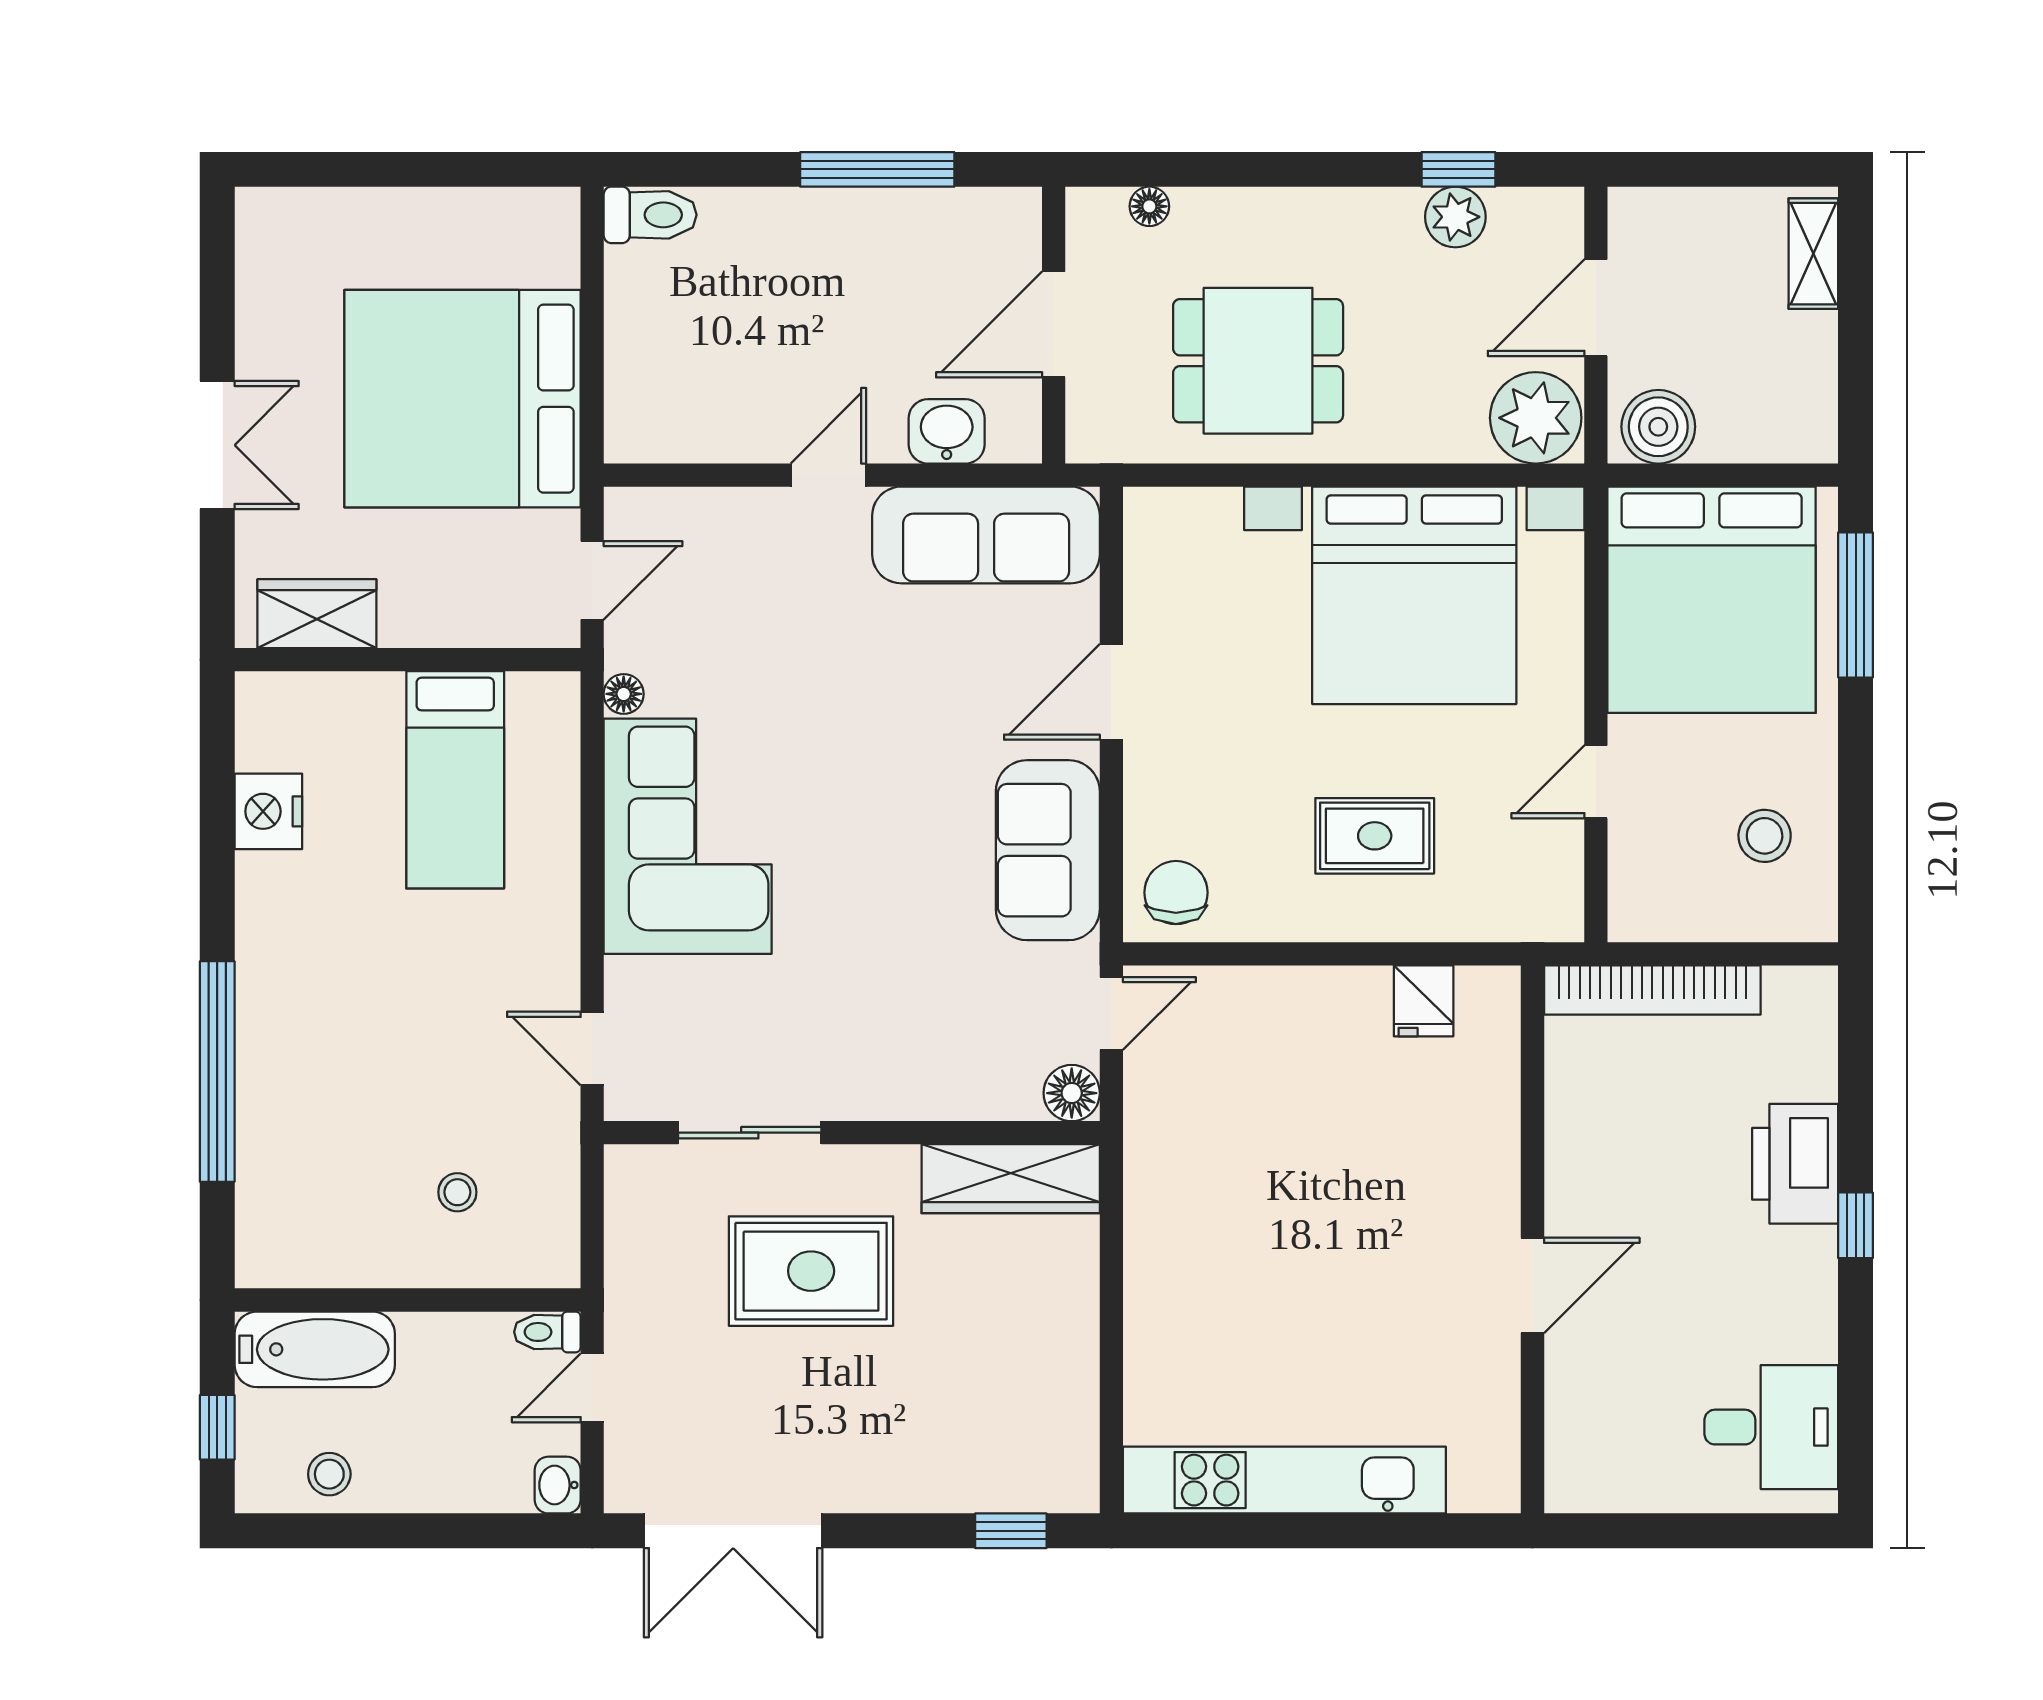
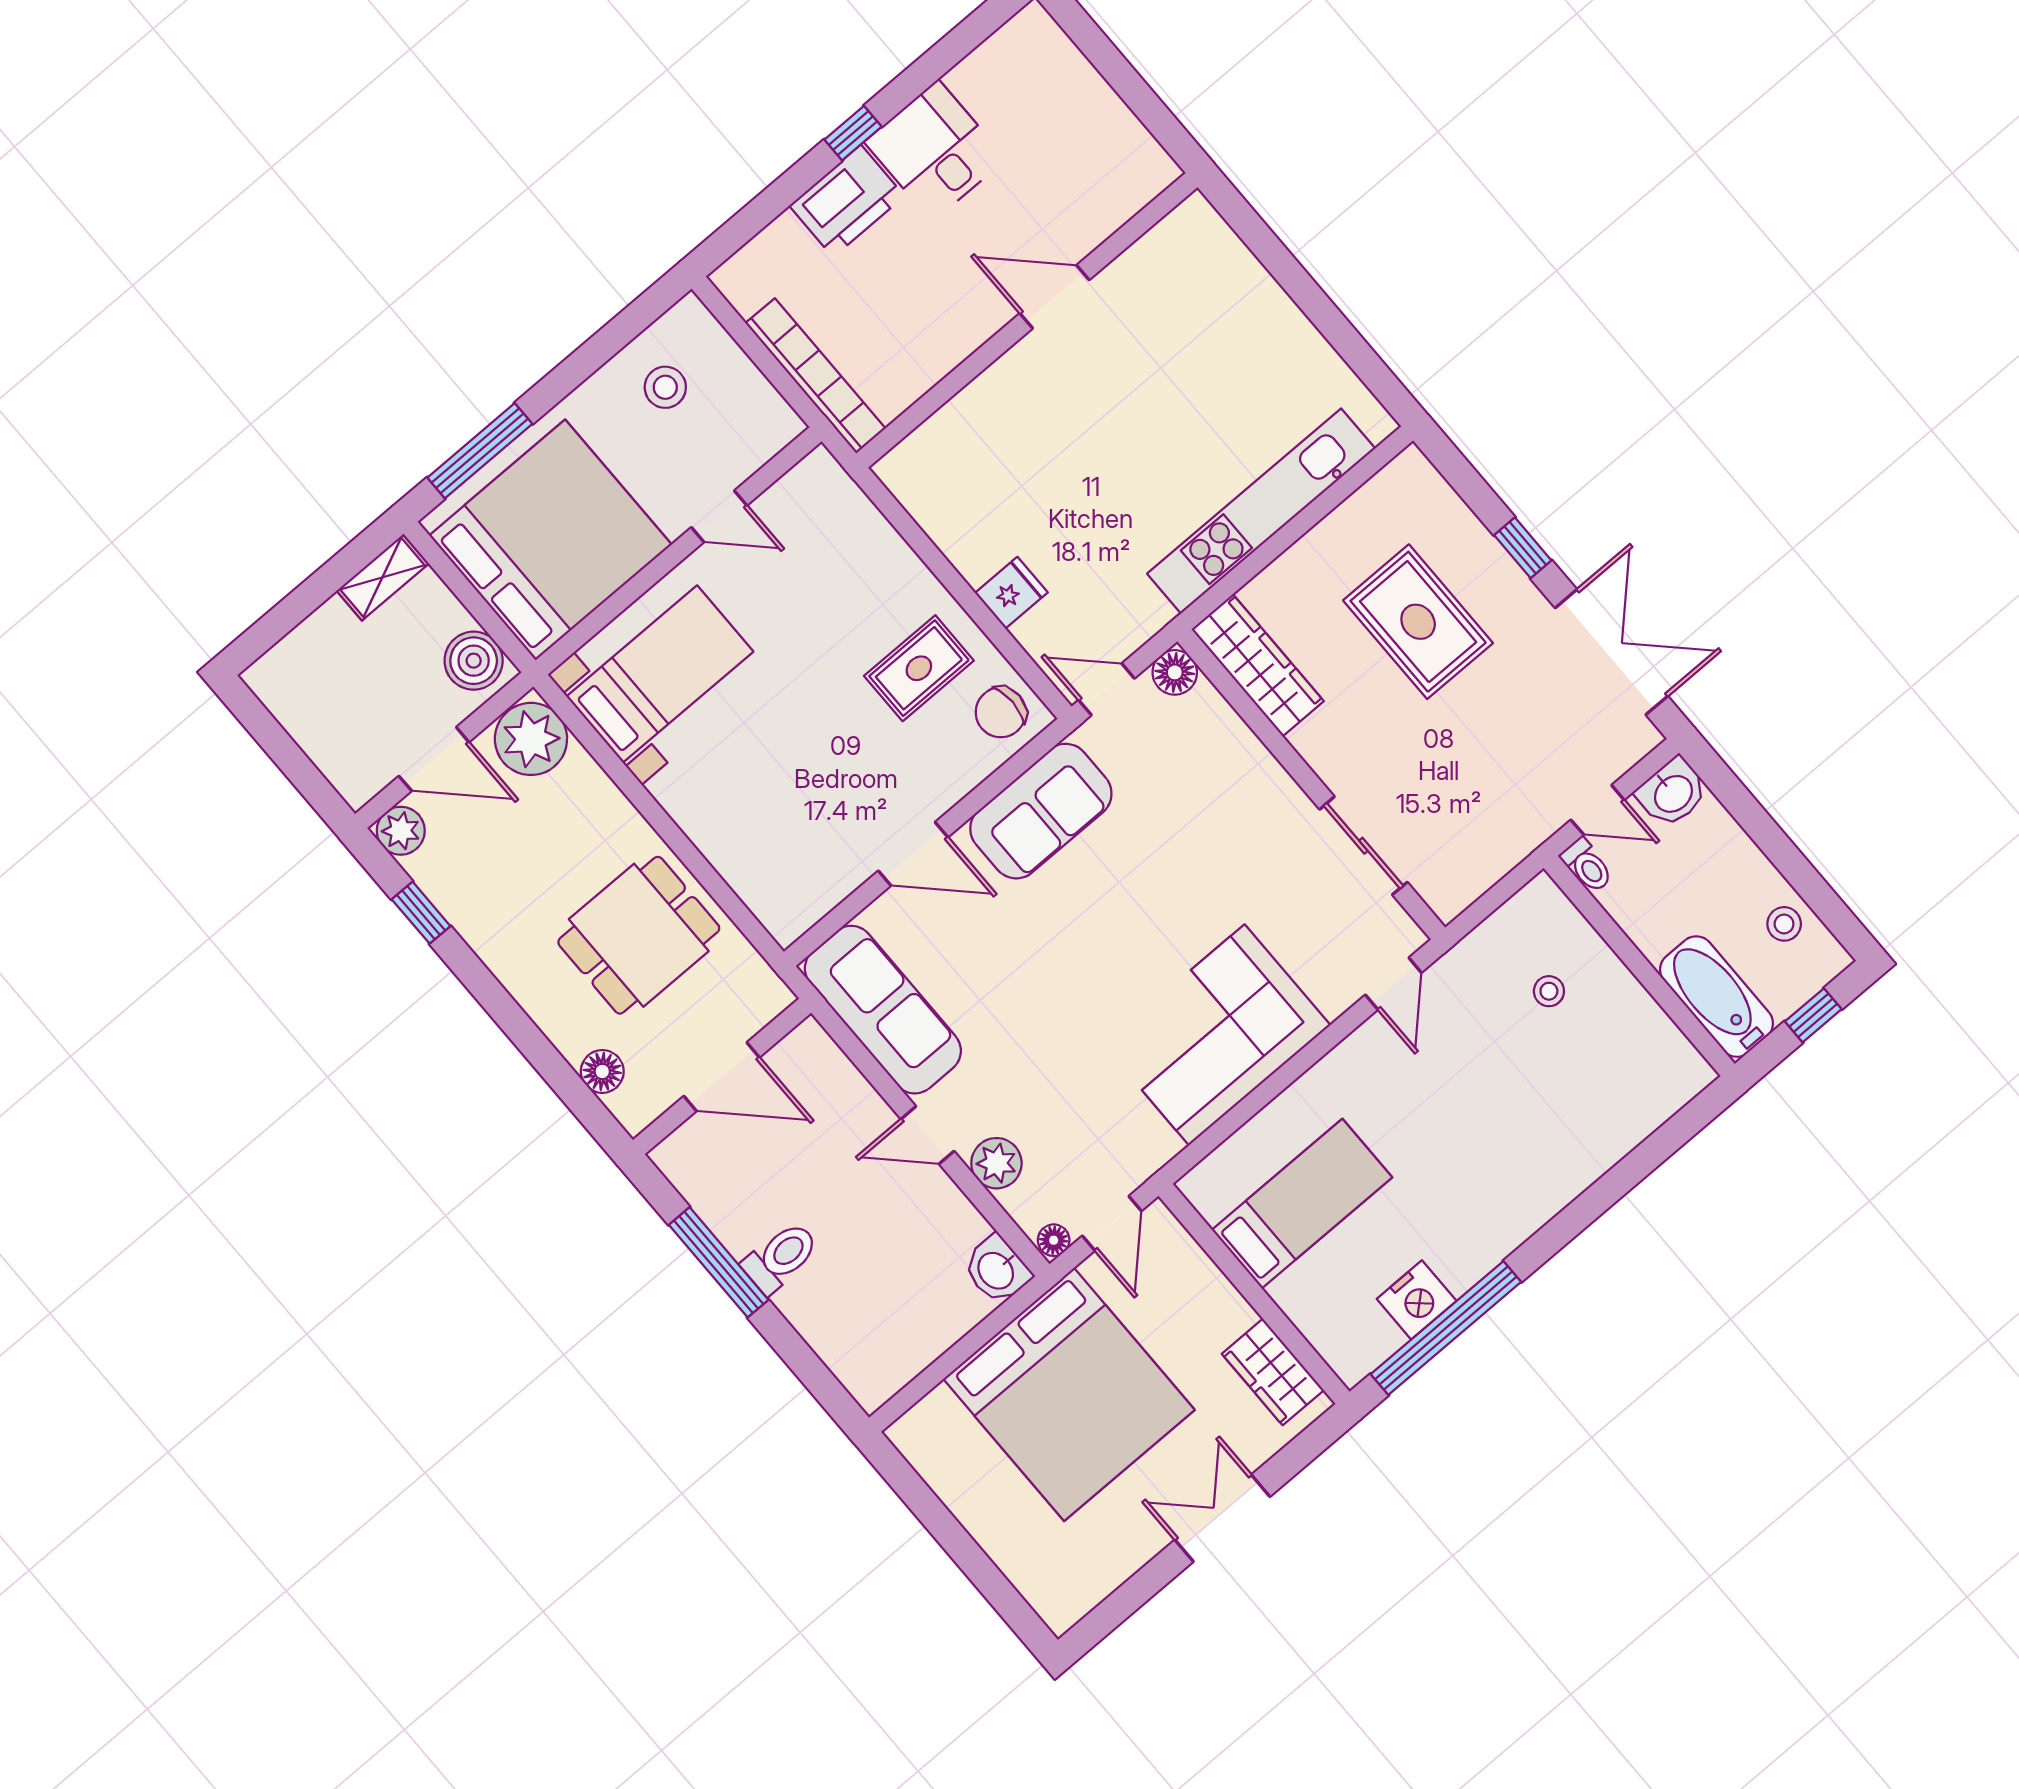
floor lamp: (1149, 206) -> (602, 1071), width x1.37, depth x1.37
toilet: (650, 215) -> (781, 1257), moved, turned 90
plant: (1455, 217) -> (401, 831), moved
shelving: (1813, 254) -> (382, 577), moved
dining table: (1258, 361) -> (639, 935), turned 90
washbasin: (947, 431) -> (997, 1270), moved
plant: (745, 518) -> (996, 1163), added
door: (592, 580) -> (1112, 1223), swing flipped
bed with nightstands: (1414, 595) -> (660, 674), width x0.54
floor lamp: (624, 694) -> (1054, 1240), moved
rug: (1375, 836) -> (919, 668), moved, turned 90
fridge: (1424, 1001) -> (1011, 593), moved
window: (217, 1071) -> (1446, 1328), moved
rug: (811, 1271) -> (1418, 622), moved
desk: (1771, 1427) -> (935, 151), moved
kitchen unit: (1284, 1480) -> (1261, 511), moved, turned 90
washbasin: (558, 1485) -> (1672, 793), width x1.38, depth x1.45
window: (1011, 1531) -> (1523, 548), moved

